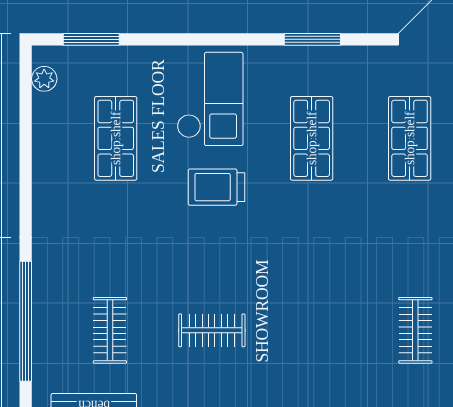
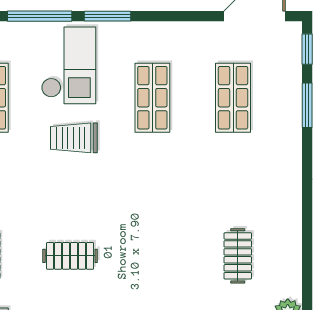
window: (175, 39) -> (40, 16), added
window: (312, 39) -> (108, 16), moved

